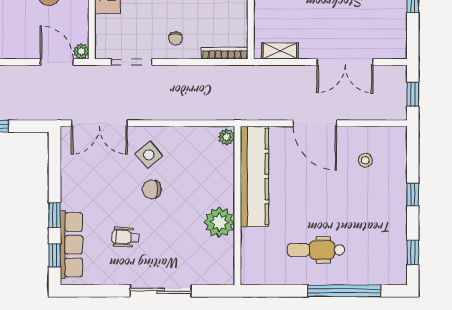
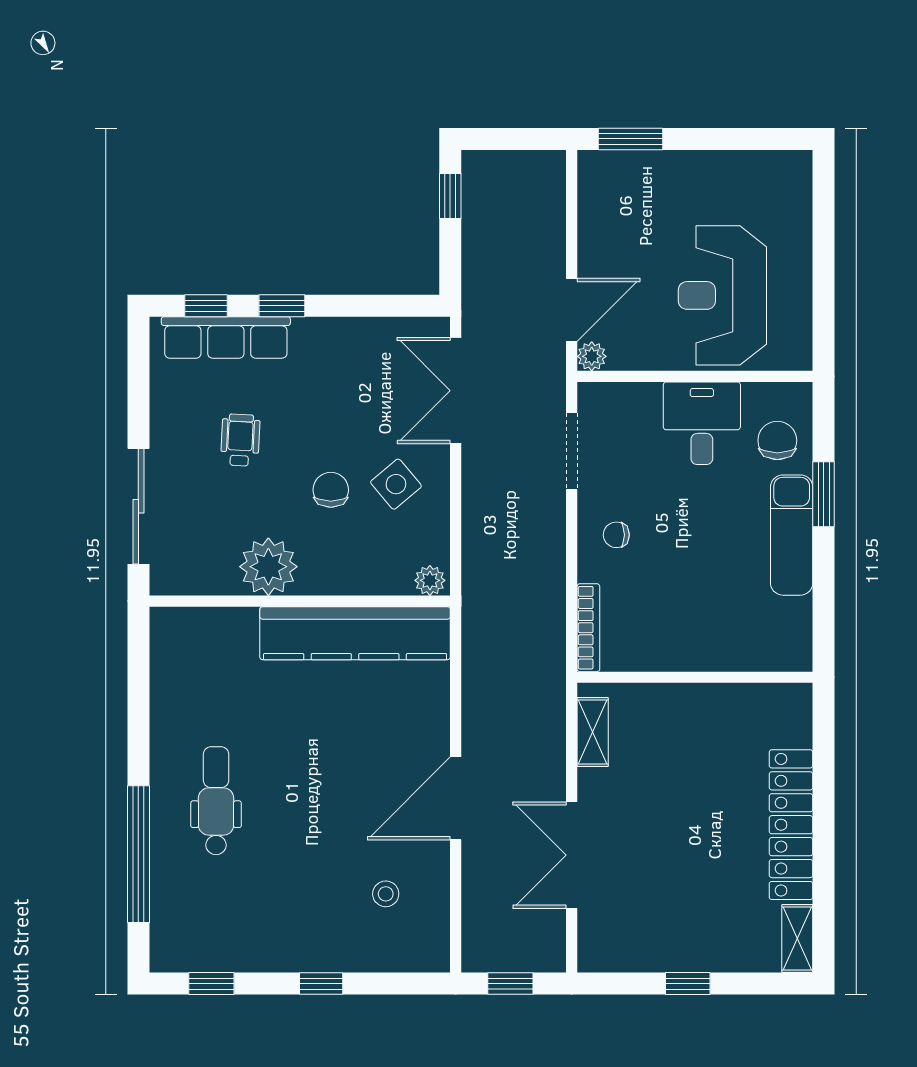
plant: (227, 137) -> (430, 580), moved
kitchen counter: (254, 176) -> (355, 633), moved
wall: (237, 206) -> (300, 601), moved
plant: (219, 222) -> (268, 567), moved

